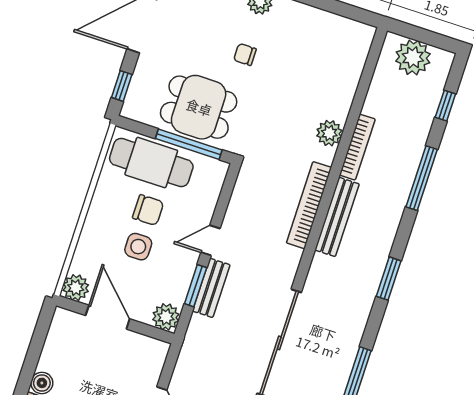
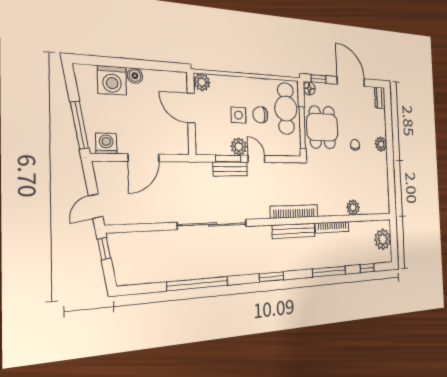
floor lamp: (132, 109) -> (309, 88), added
plant: (329, 133) -> (353, 207), moved
chair: (148, 210) -> (260, 115), turned 90
door: (108, 317) -> (191, 108), swing flipped
plant: (166, 317) -> (239, 147), moved

